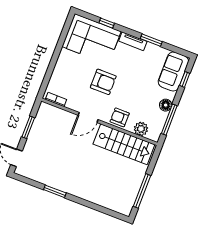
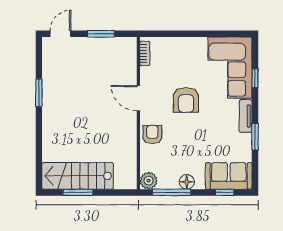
plant: (141, 129) -> (149, 181), moved
stairs: (124, 144) -> (78, 176), moved, turned 90
window: (142, 191) -> (78, 192), width x0.69

